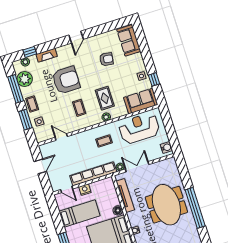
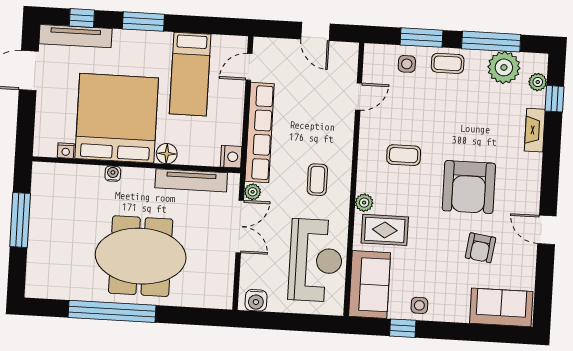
door: (76, 37) -> (547, 230), moved
armchair: (66, 80) -> (469, 187), moved
rug: (105, 98) -> (385, 230), moved
nightstand: (85, 190) -> (231, 157), moved

